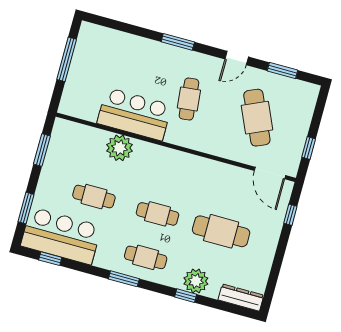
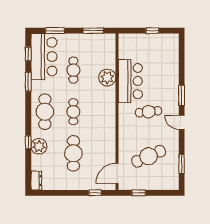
door: (237, 58) -> (182, 122), moved
window: (67, 59) -> (152, 31), width x0.46
cafe table: (146, 257) -> (45, 112), width x1.37, depth x1.35
window: (124, 279) -> (28, 82), moved
dresser: (241, 298) -> (36, 181), width x0.70

